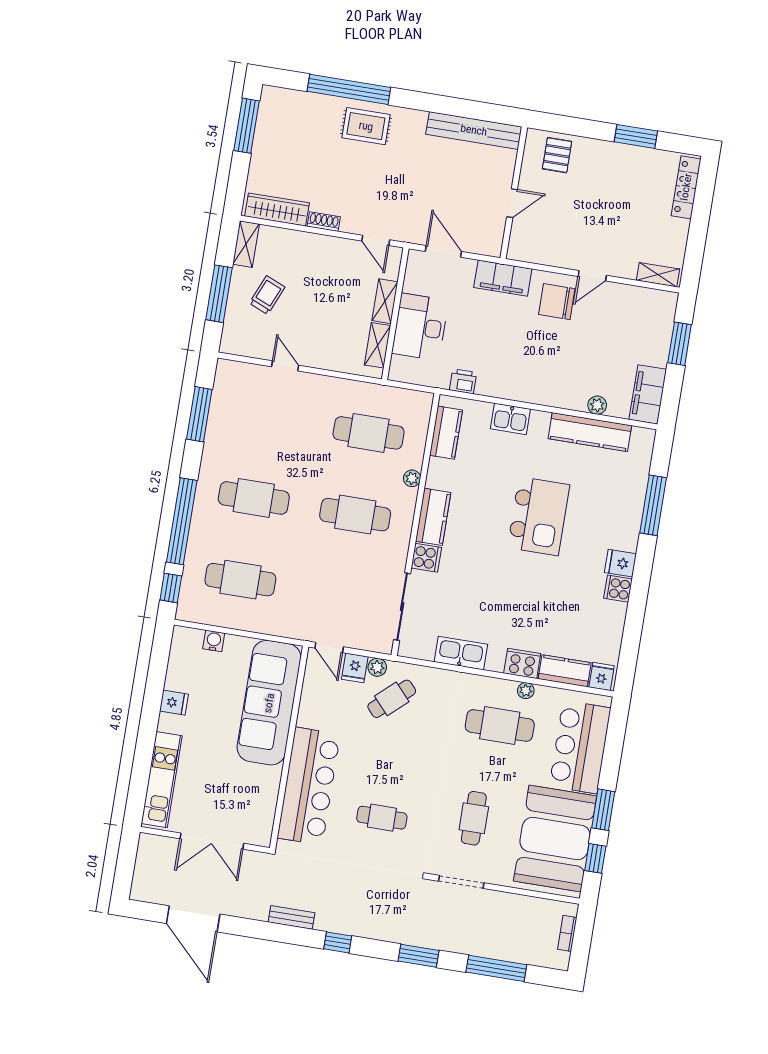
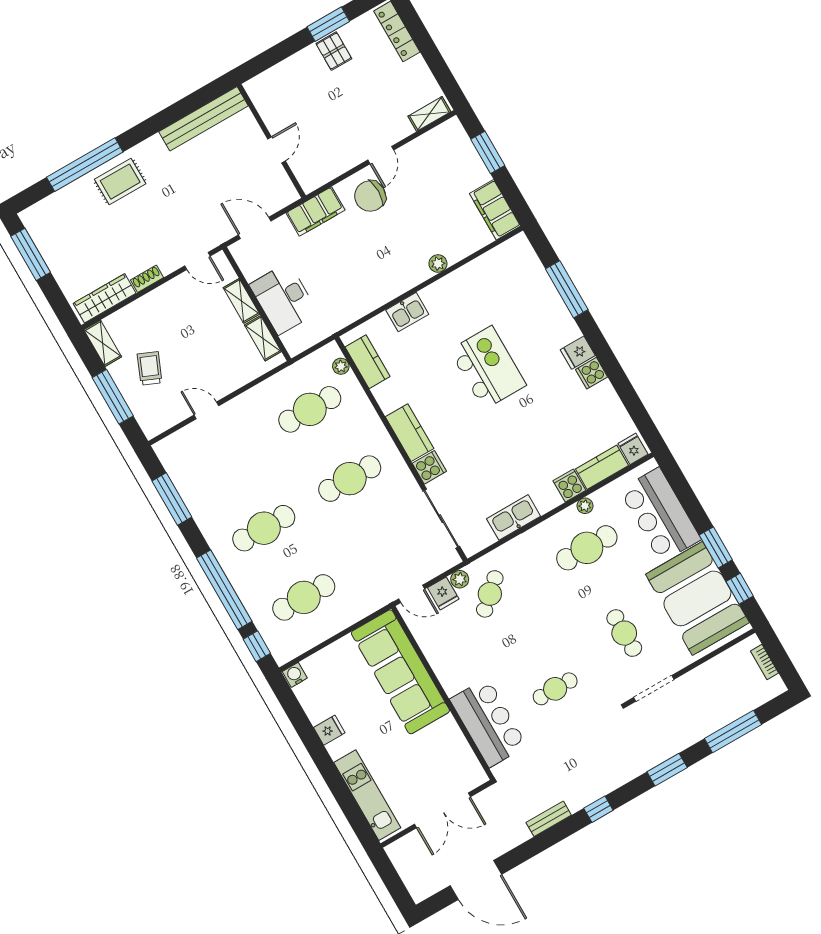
pallet: (557, 155) -> (334, 51), moved
printer: (463, 381) -> (349, 313), removed
plant: (597, 405) -> (438, 264), moved
kitchen counter: (590, 432) -> (475, 273), removed
plant: (412, 478) -> (341, 366), moved
water cooler: (214, 641) -> (295, 675), moved
cooker: (522, 663) -> (569, 486), width x0.73
bar counter: (309, 786) -> (488, 723), width x0.73

